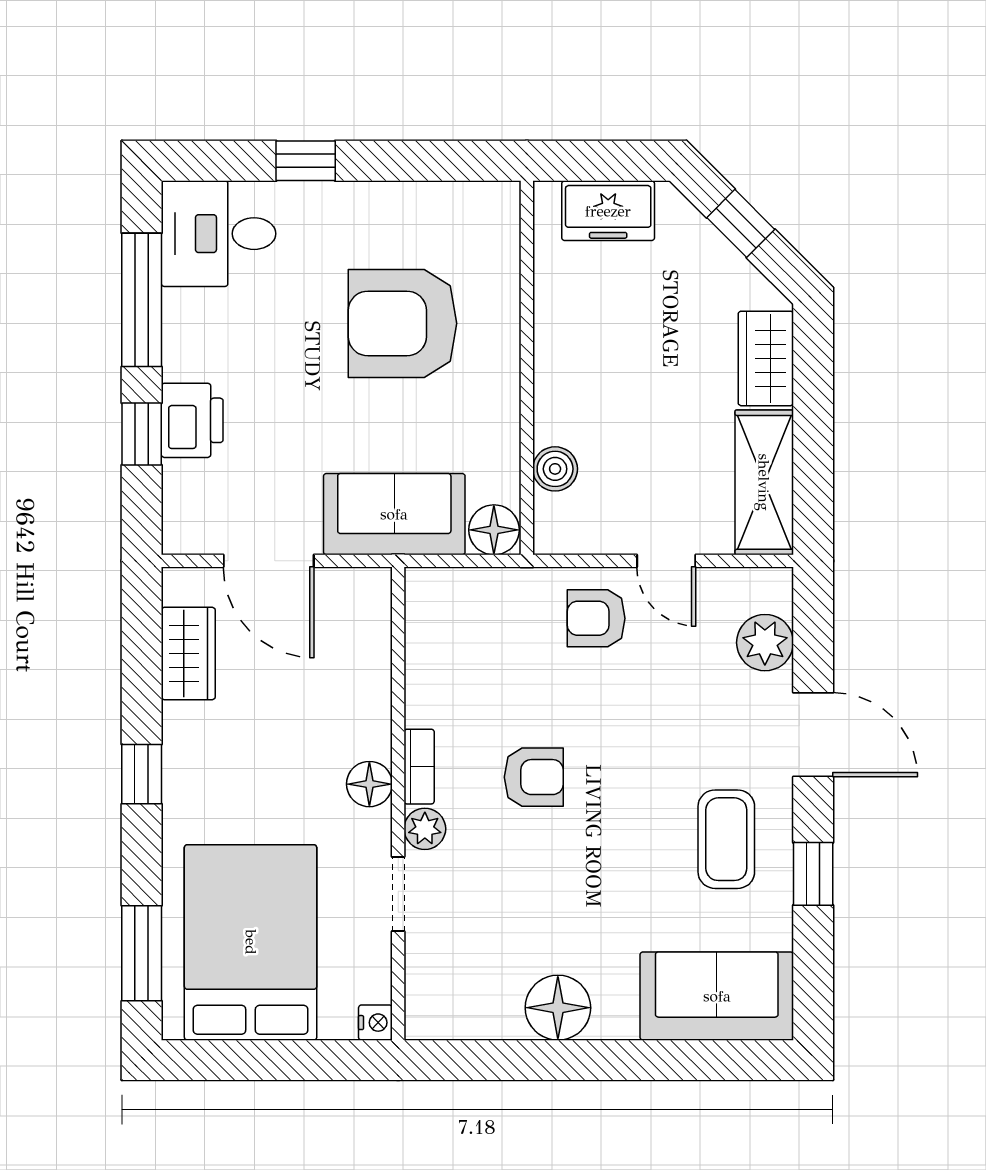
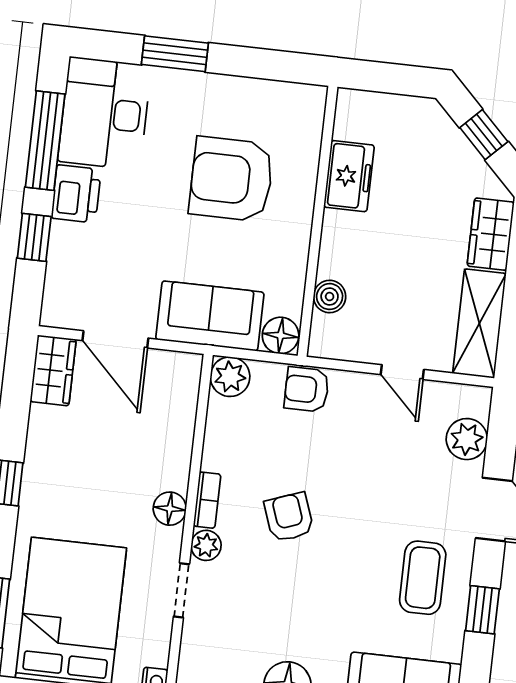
window: (306, 161) -> (175, 54), width x1.50
freezer: (608, 211) -> (349, 176), moved, turned -90
desk: (219, 234) -> (105, 113), width x1.37
printer: (192, 420) -> (76, 194), moved
plant: (431, 594) -> (230, 377), added
armchair: (596, 618) -> (307, 389), moved
wardrobe: (188, 654) -> (53, 370), moved
armchair: (534, 777) -> (289, 517), turned -110

